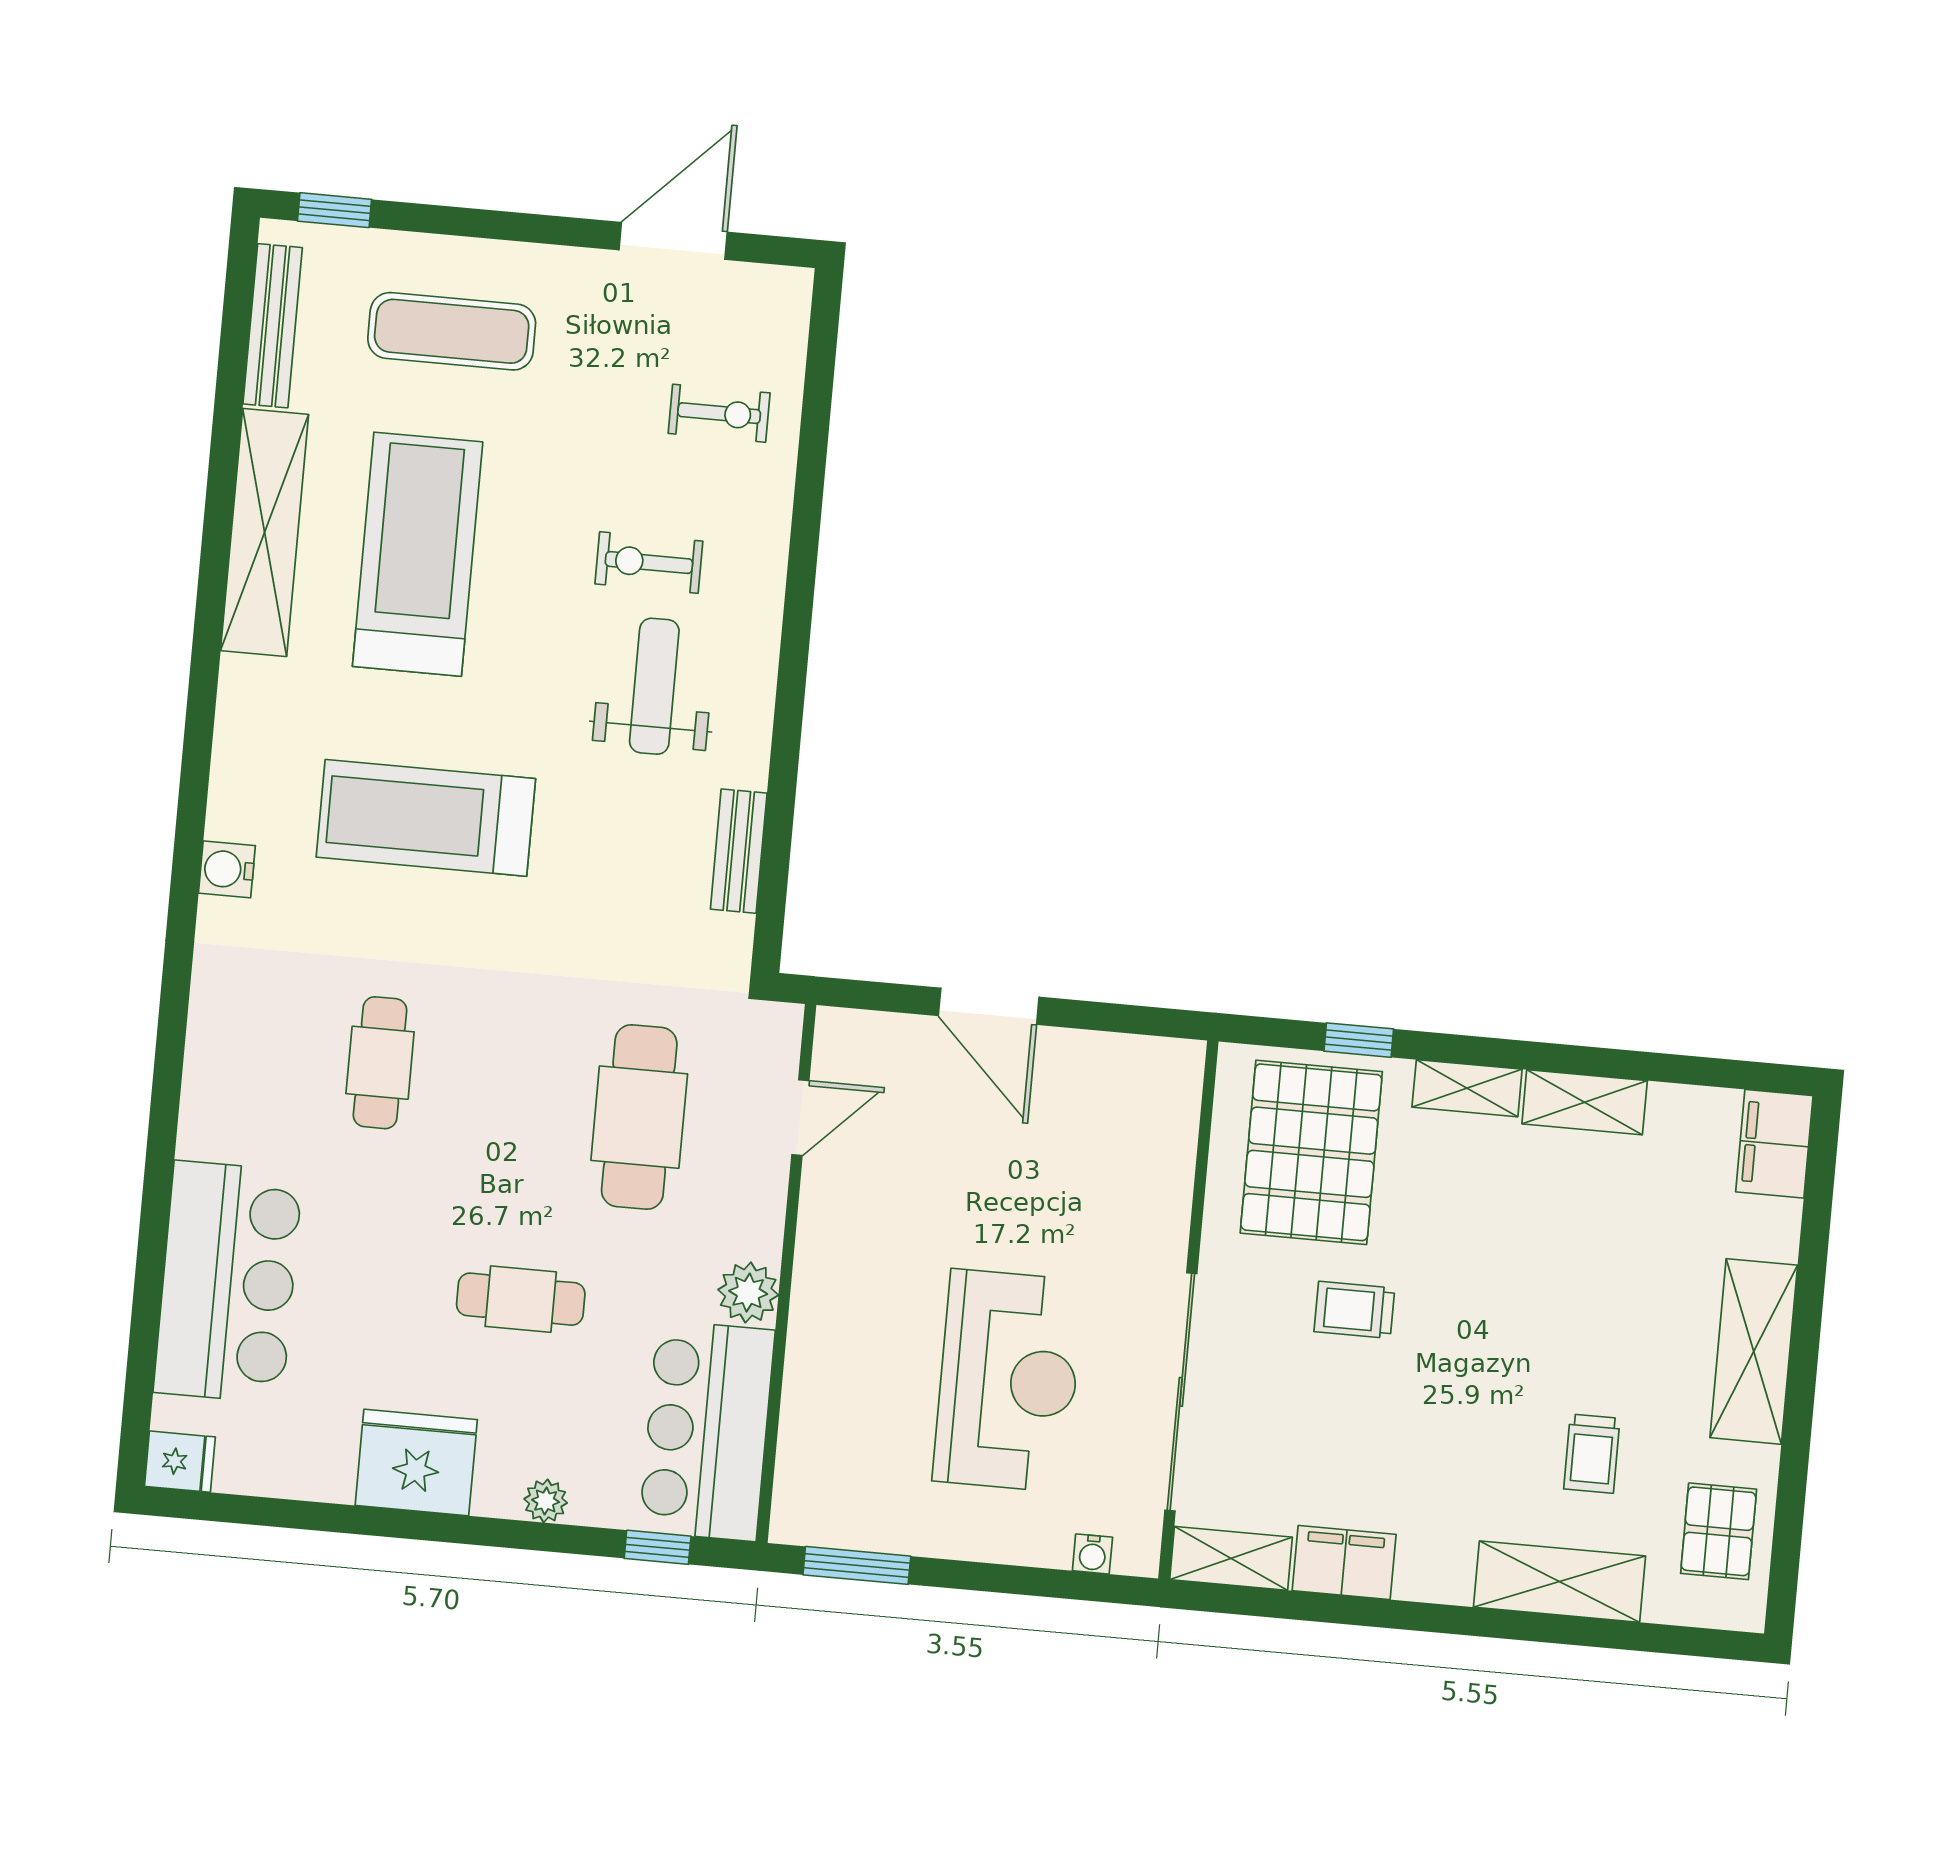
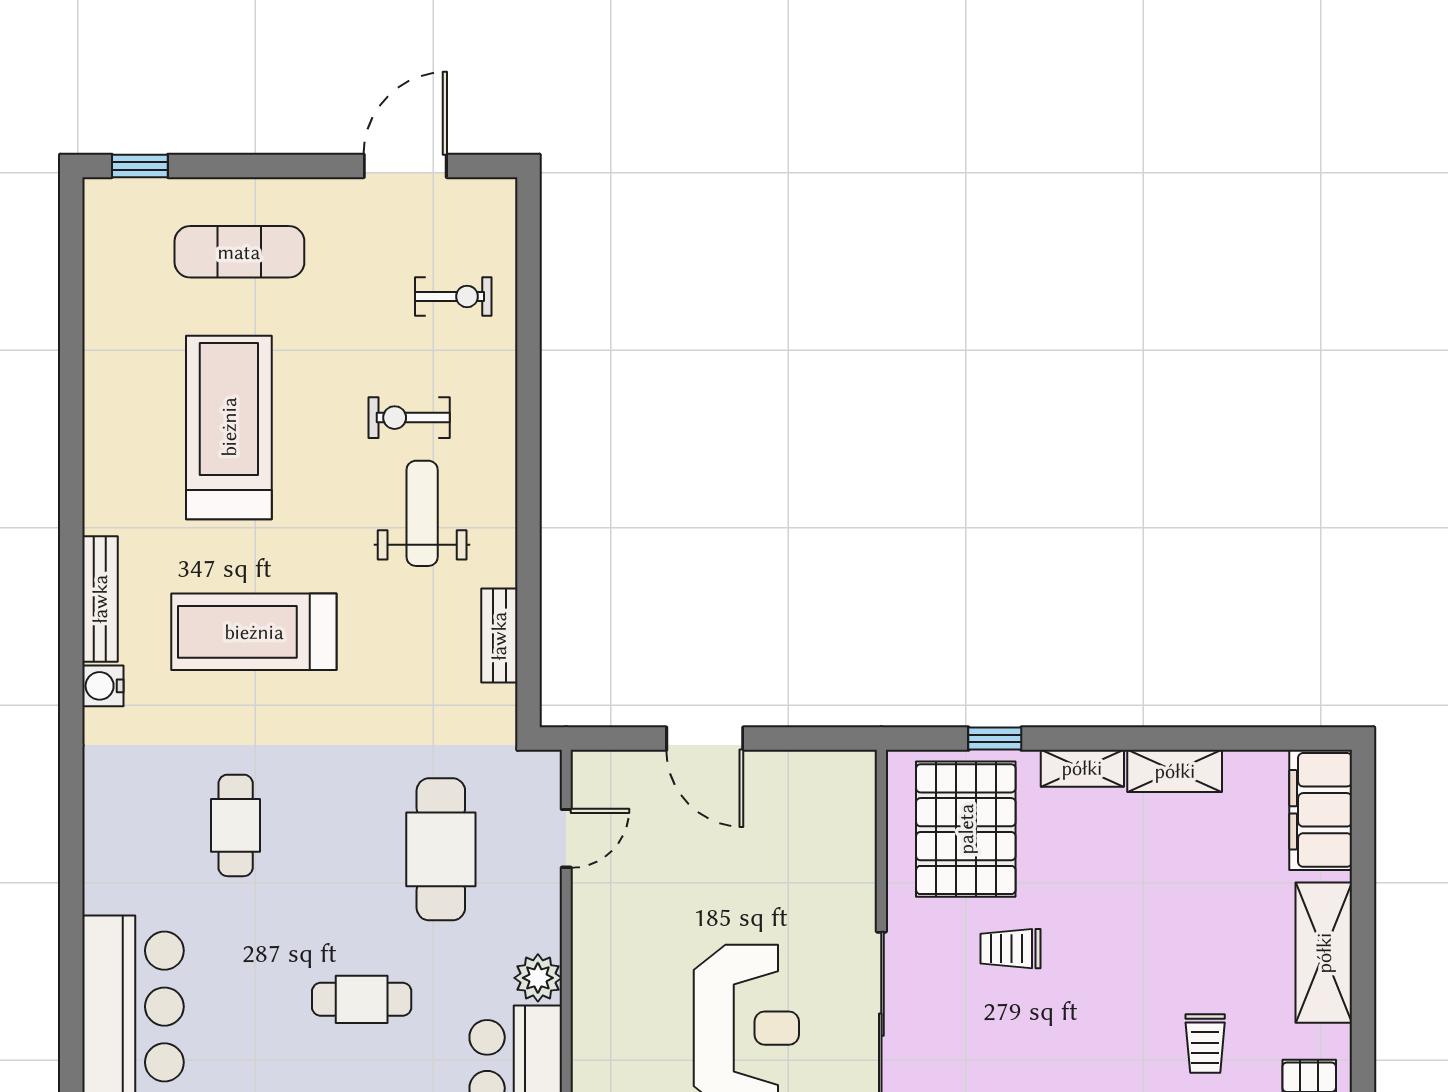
bench: (273, 326) -> (100, 599), moved
shelving: (265, 533) -> (108, 421), removed
filing cabinet: (1774, 1144) -> (1321, 810), width x1.50, depth x1.17

